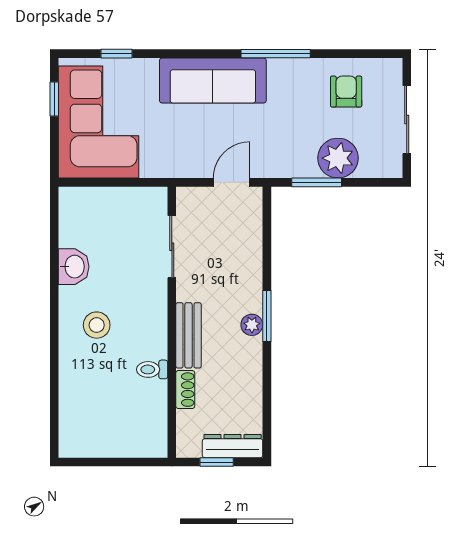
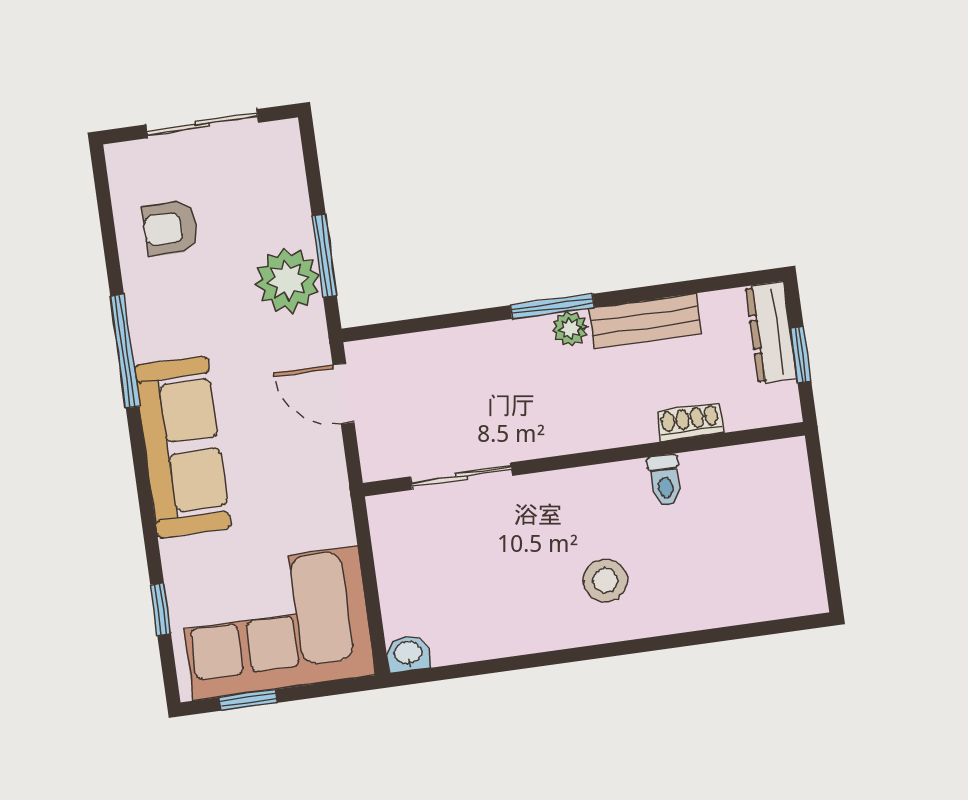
plant: (338, 158) -> (288, 280), moved
washbasin: (74, 267) -> (408, 653), moved, width x0.72, depth x0.69
bench: (188, 335) -> (645, 321), moved

